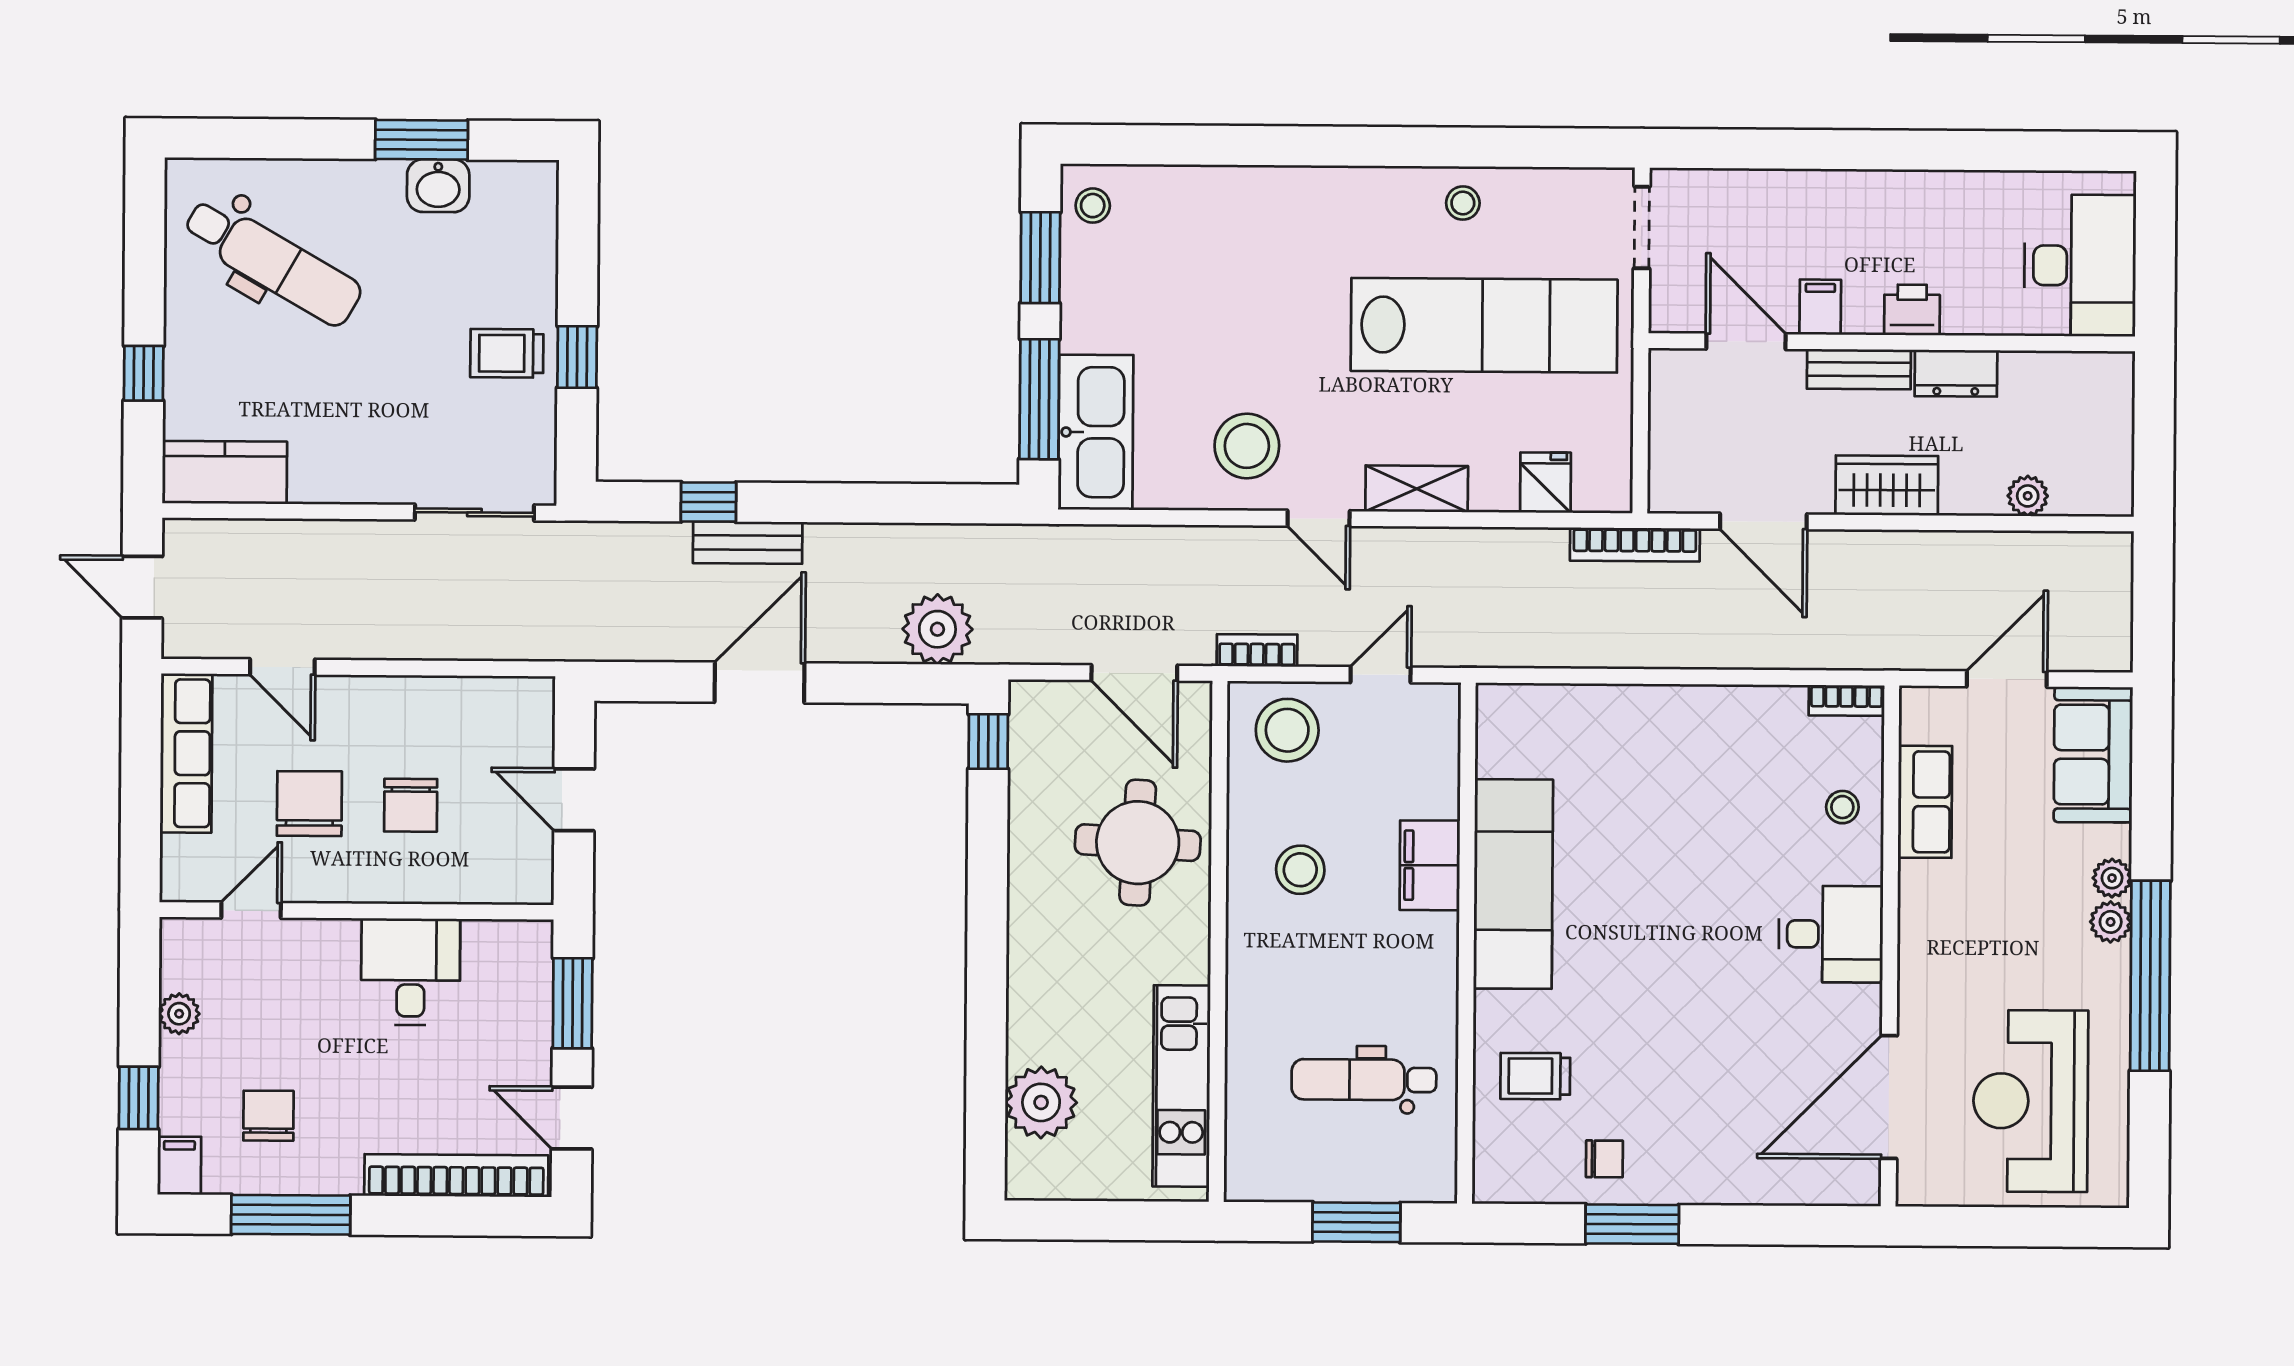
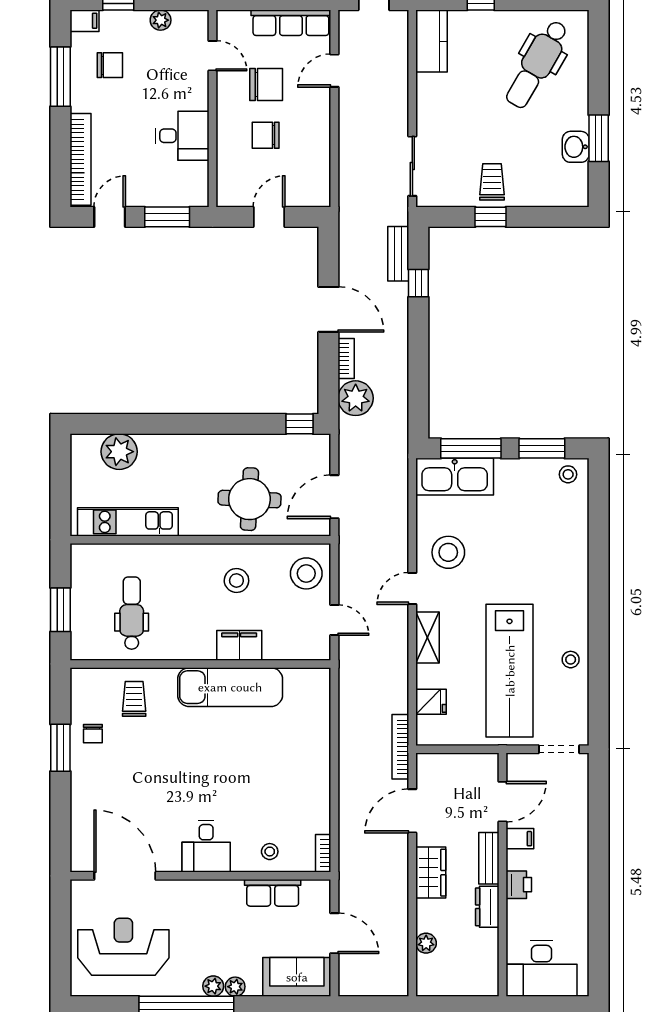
bench: (748, 543) -> (398, 254), moved
bookcase: (1257, 650) -> (346, 359), moved

